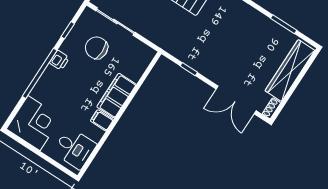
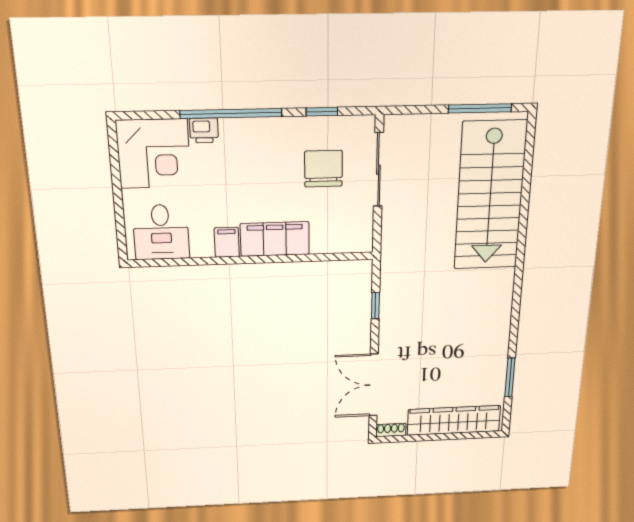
printer: (59, 60) -> (204, 130), moved

